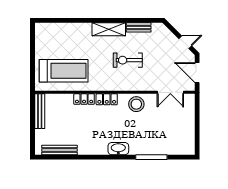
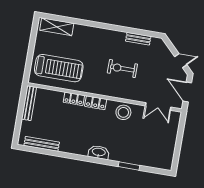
shelving: (109, 29) -> (57, 27), moved
window: (151, 157) -> (129, 166), width x0.69

